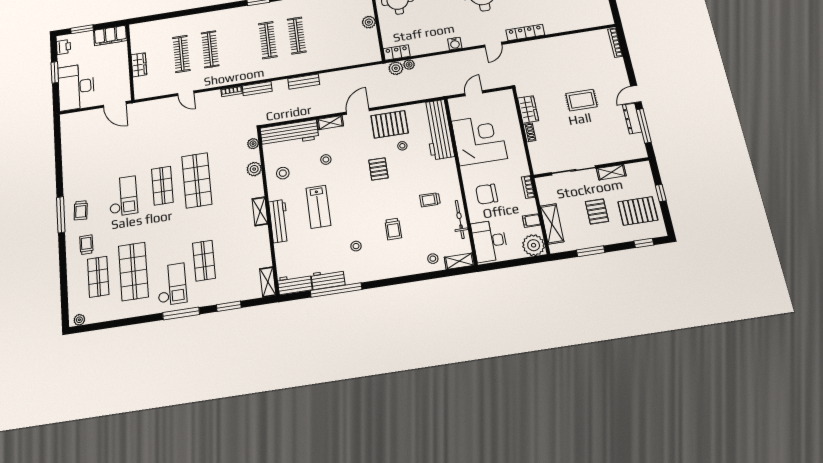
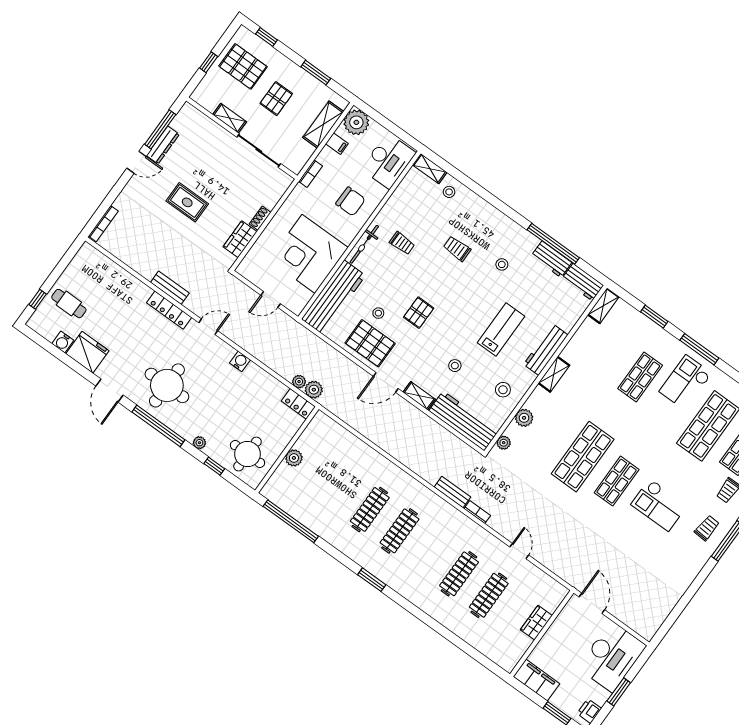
bench: (304, 82) -> (170, 288), moved
checkout: (123, 196) -> (659, 505), turned -90
bicycle: (460, 219) -> (364, 244), moved
trolley: (393, 229) -> (457, 249), turned -90

